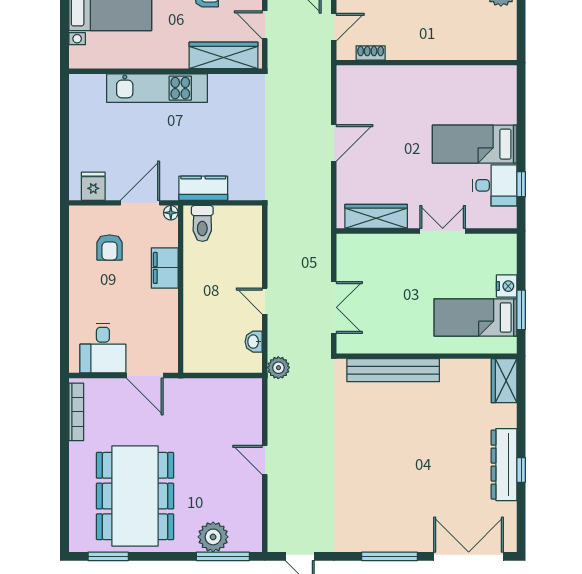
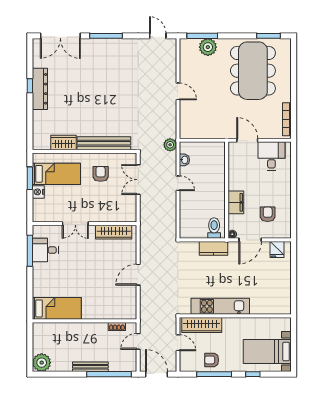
kitchen unit: (157, 88) -> (220, 306), moved
bed: (475, 144) -> (57, 308), moved
window: (521, 184) -> (30, 251), width x2.17
armchair: (399, 317) -> (101, 174), added
wardrobe: (504, 381) -> (63, 143), moved, turned -90

